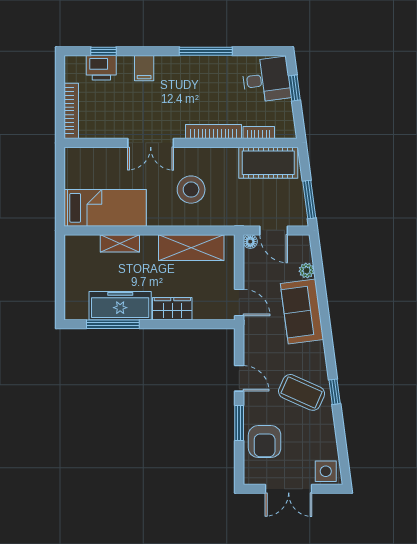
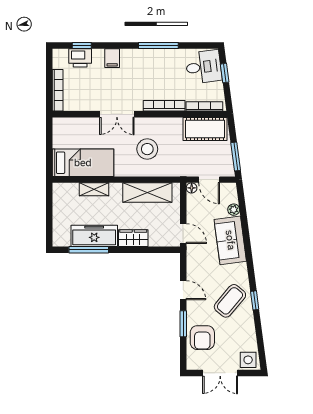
bookcase: (259, 133) -> (204, 106), width x1.56
coffee table: (302, 392) -> (230, 301), turned -74

